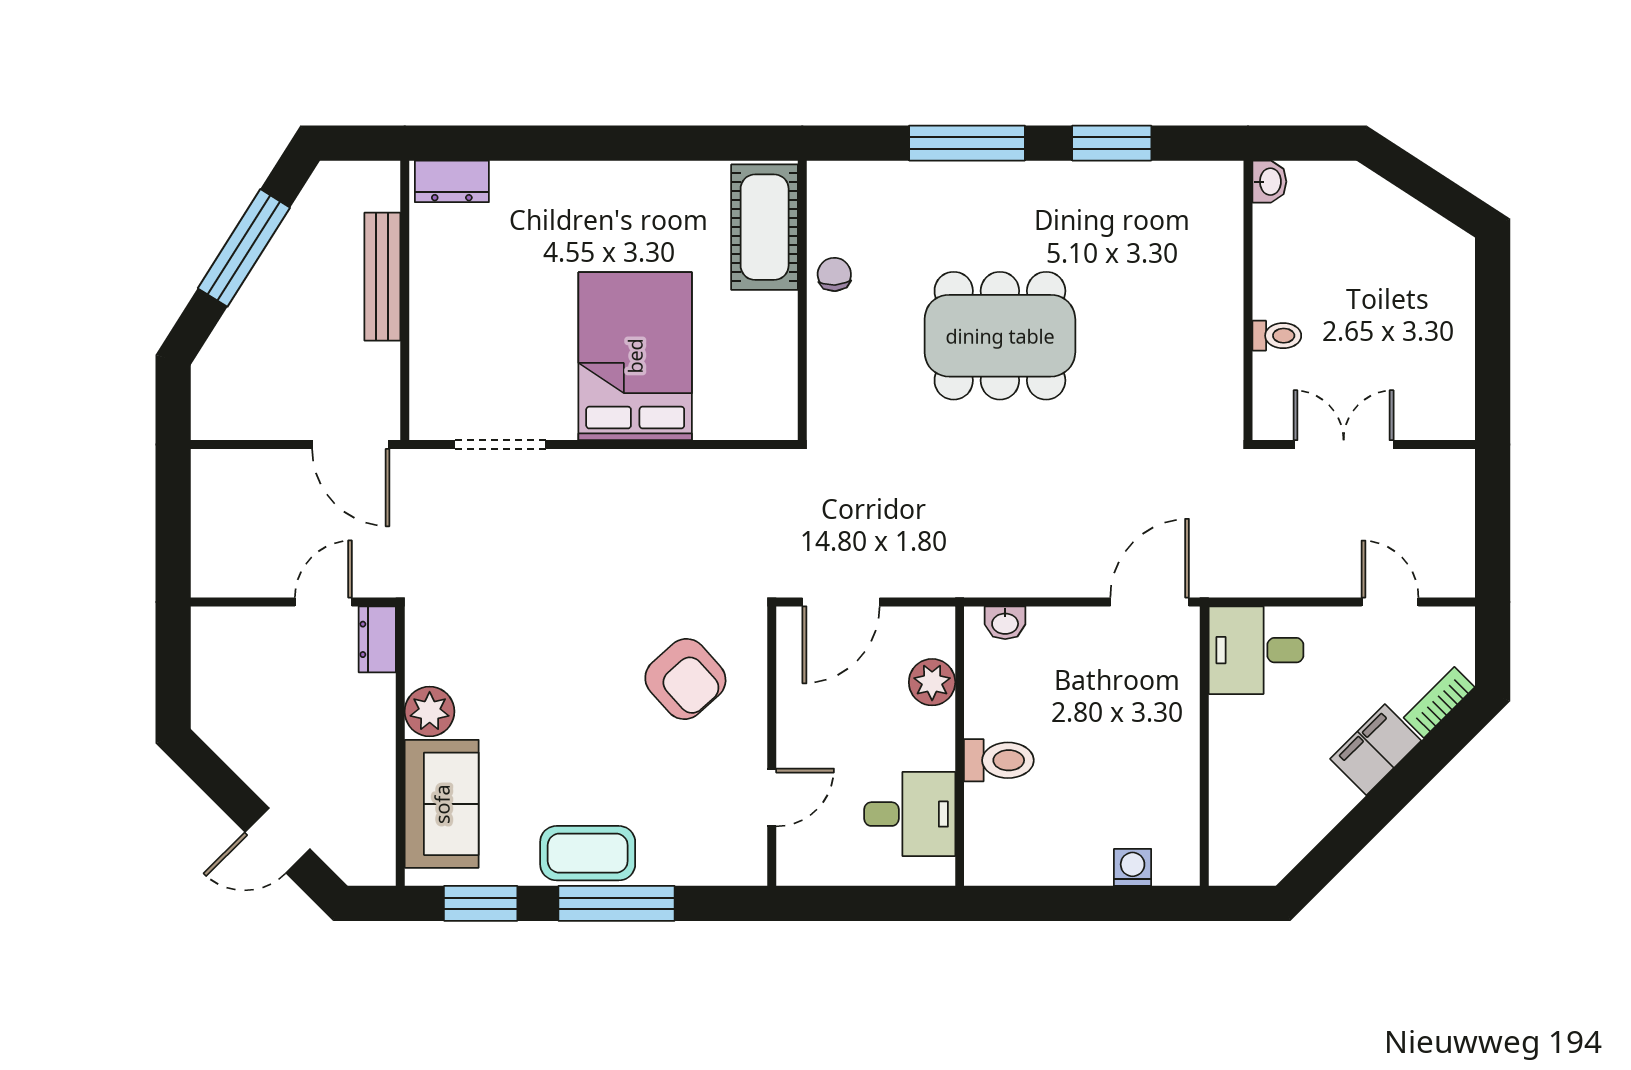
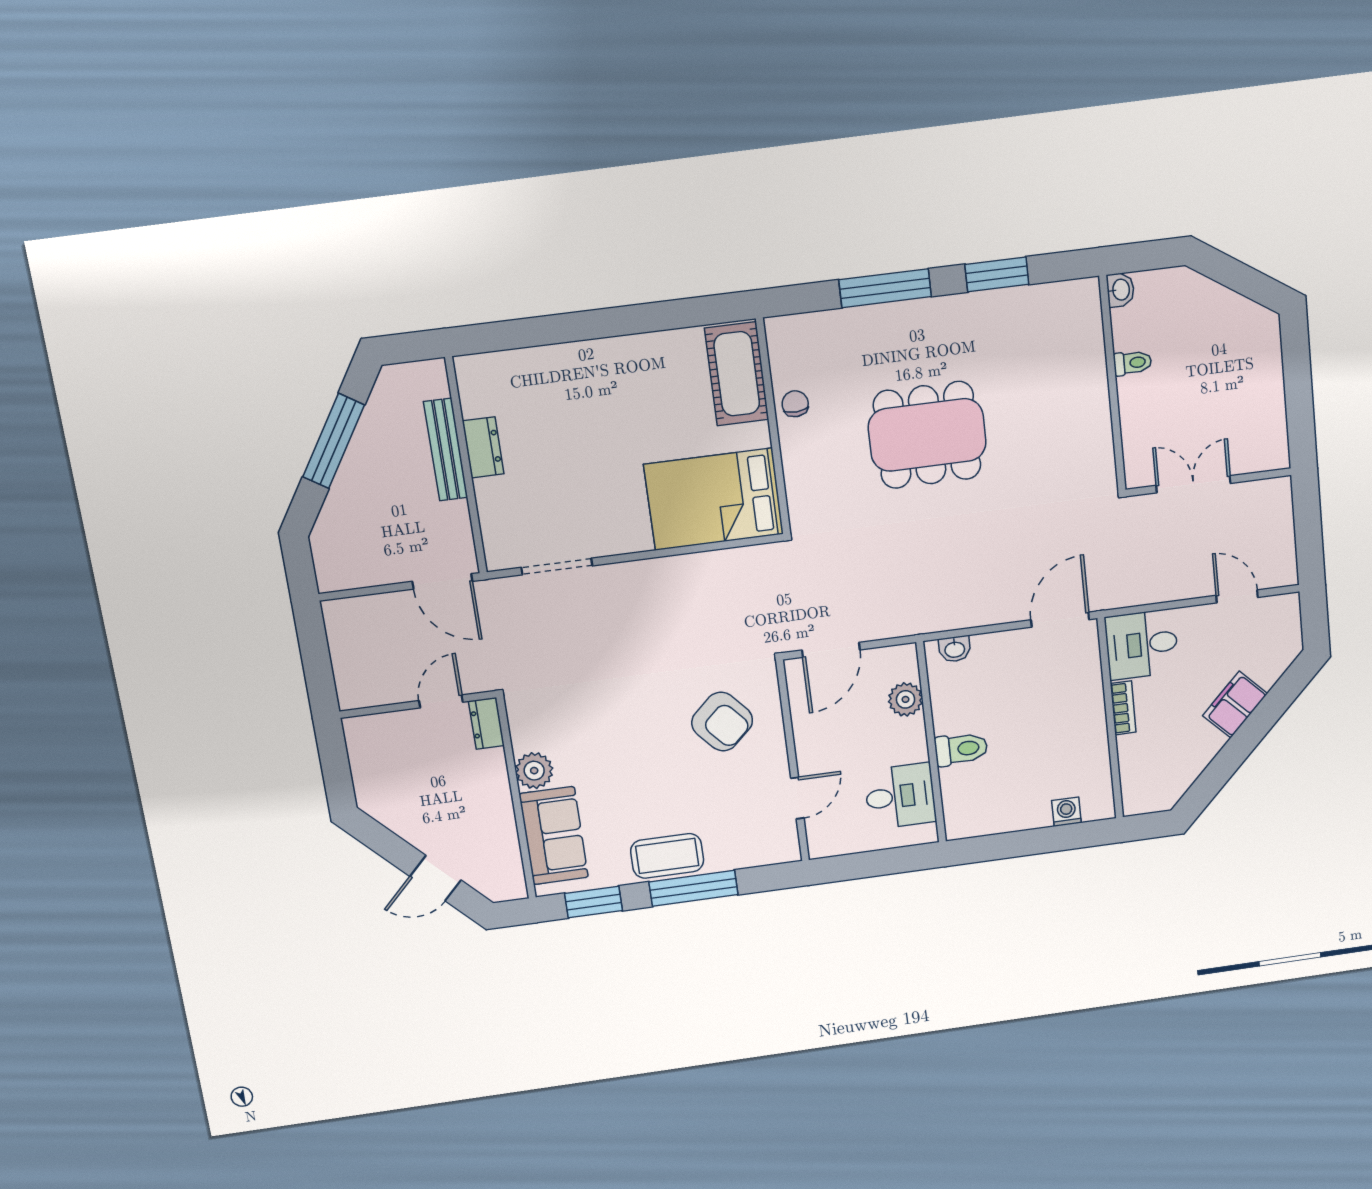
dresser: (452, 181) -> (483, 447), moved, turned -90
toilet: (1277, 336) -> (1132, 363), moved
bed: (635, 356) -> (714, 499), moved, turned -90
bookcase: (1439, 702) -> (1123, 708), moved, turned 135

